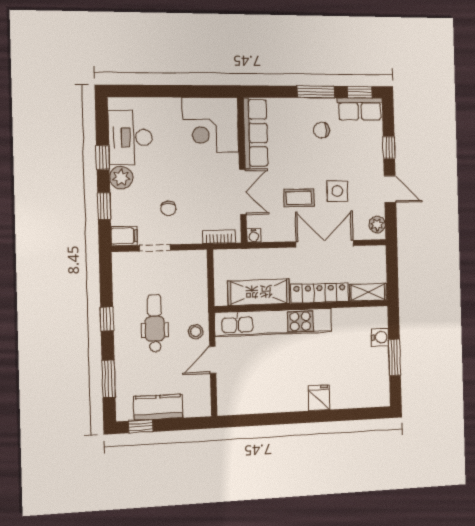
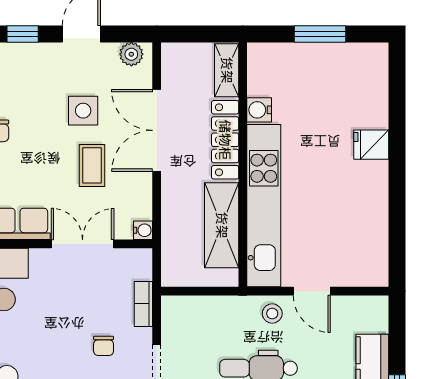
chair: (168, 208) -> (104, 346), turned 90
bookcase: (219, 237) -> (143, 304), moved
water cooler: (380, 337) -> (259, 110), moved, turned -90

